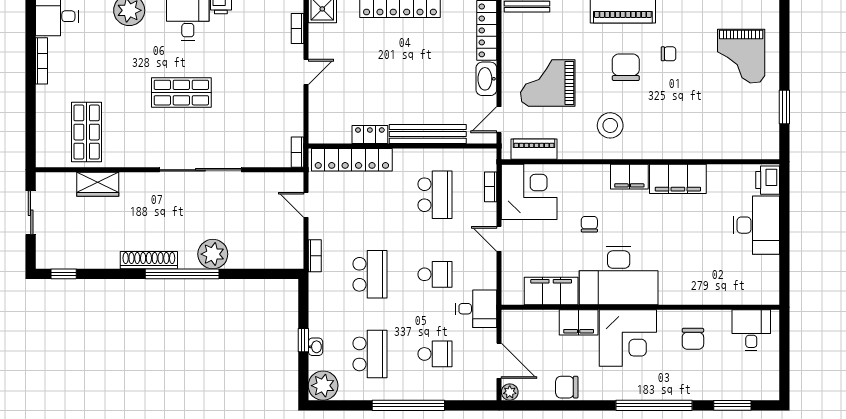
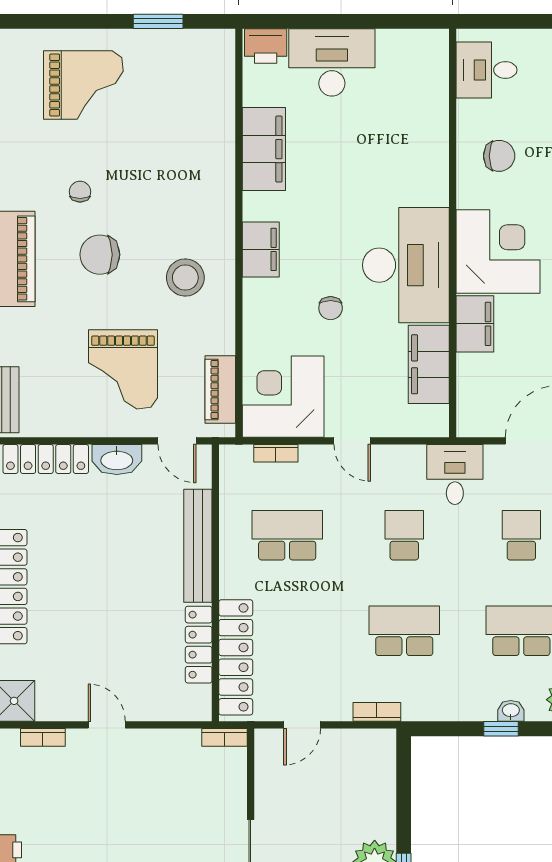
locker: (370, 134) -> (199, 645), width x1.53
filing cabinet: (678, 179) -> (264, 149), moved
chair: (589, 224) -> (331, 308), turned -90
door: (499, 239) -> (352, 441), hinge flipped

